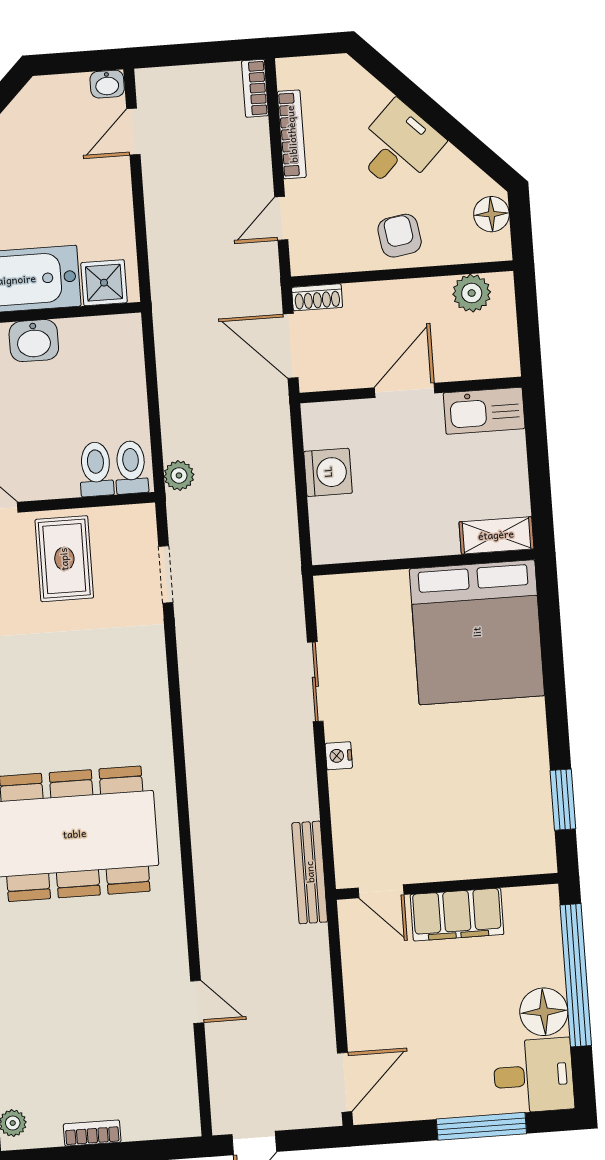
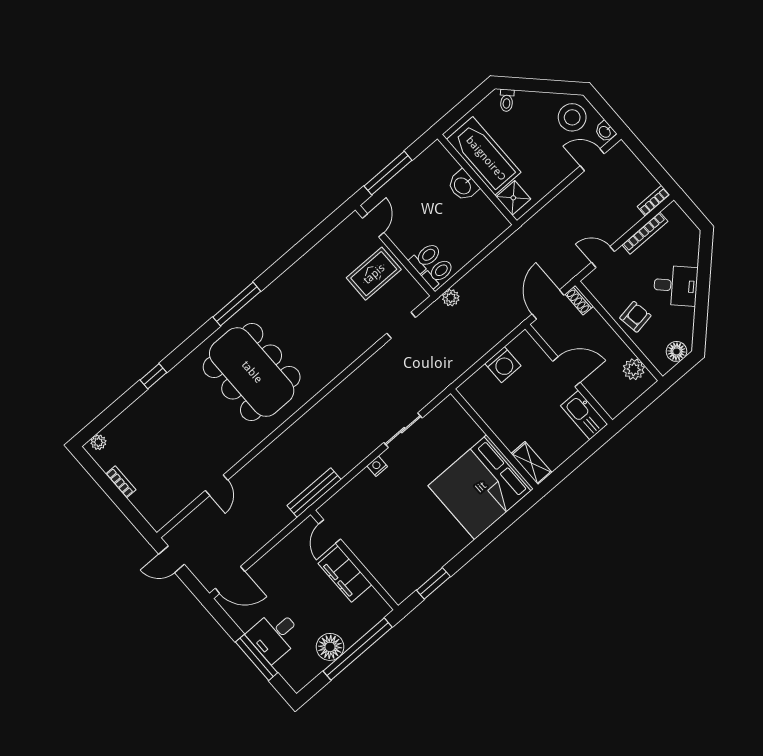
stool: (53, 115) -> (572, 117), added
desk: (533, 1076) -> (275, 635), moved, turned 90

